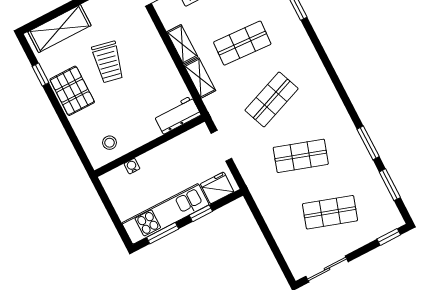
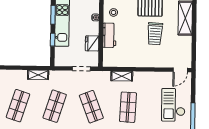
shelving: (182, 44) -> (38, 75), moved
trolley: (108, 62) -> (155, 34), turned -99
workbench: (177, 115) -> (109, 35), moved
fridge: (217, 188) -> (92, 43), moved, turned 180

